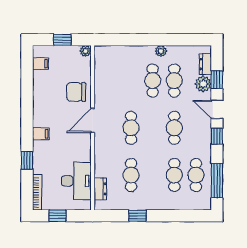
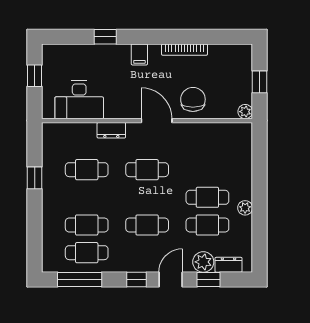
filing cabinet: (40, 64) -> (229, 54), removed
dresser: (100, 189) -> (111, 130), moved
bookcase: (37, 192) -> (184, 50), moved

